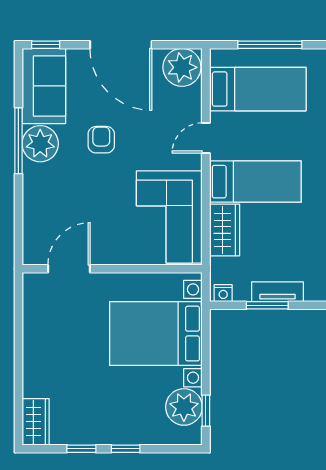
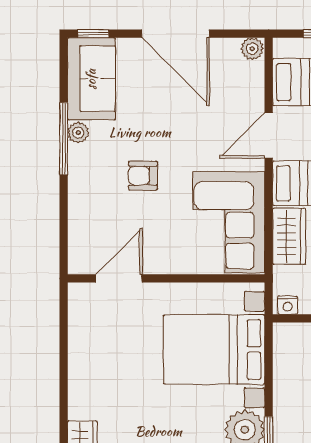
plant: (182, 67) -> (252, 49), width x0.53, depth x0.53
door: (206, 138) -> (269, 136), width x1.37
armchair: (101, 140) -> (143, 176), moved, turned -90
plant: (40, 144) -> (78, 133), width x0.53, depth x0.53

